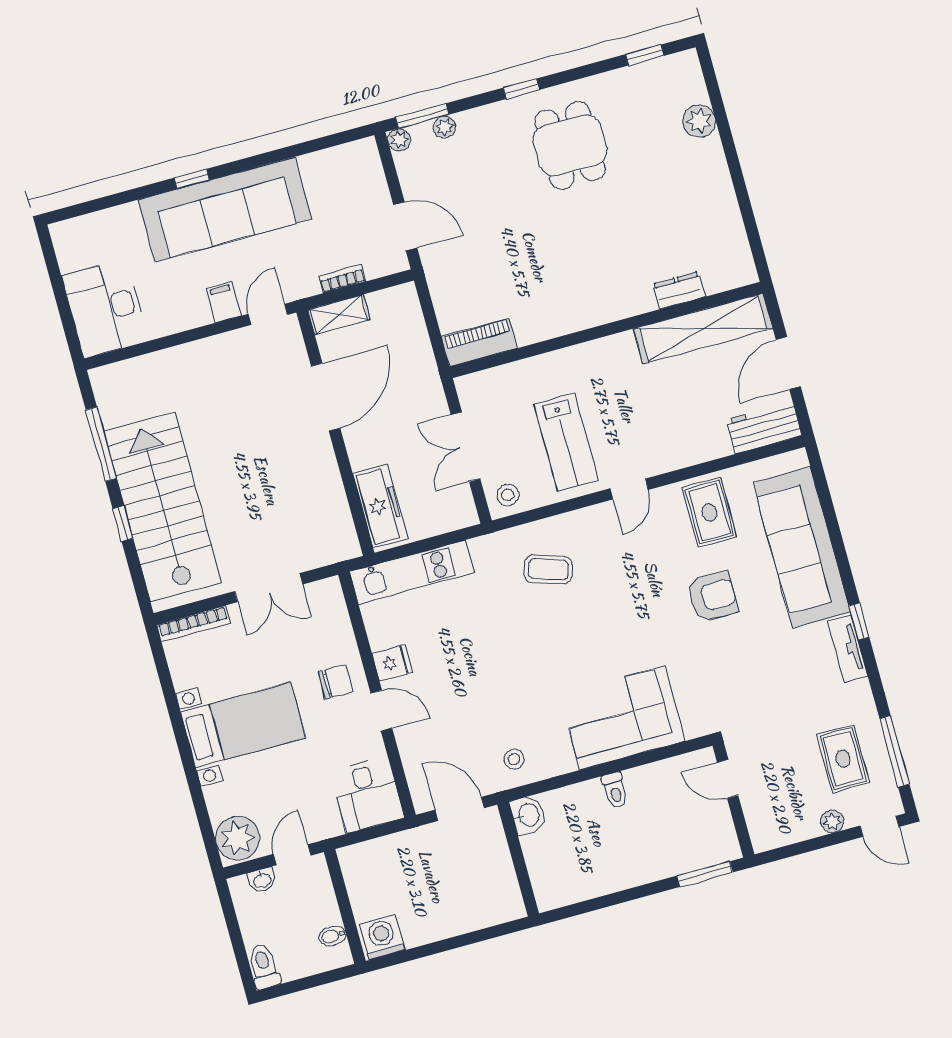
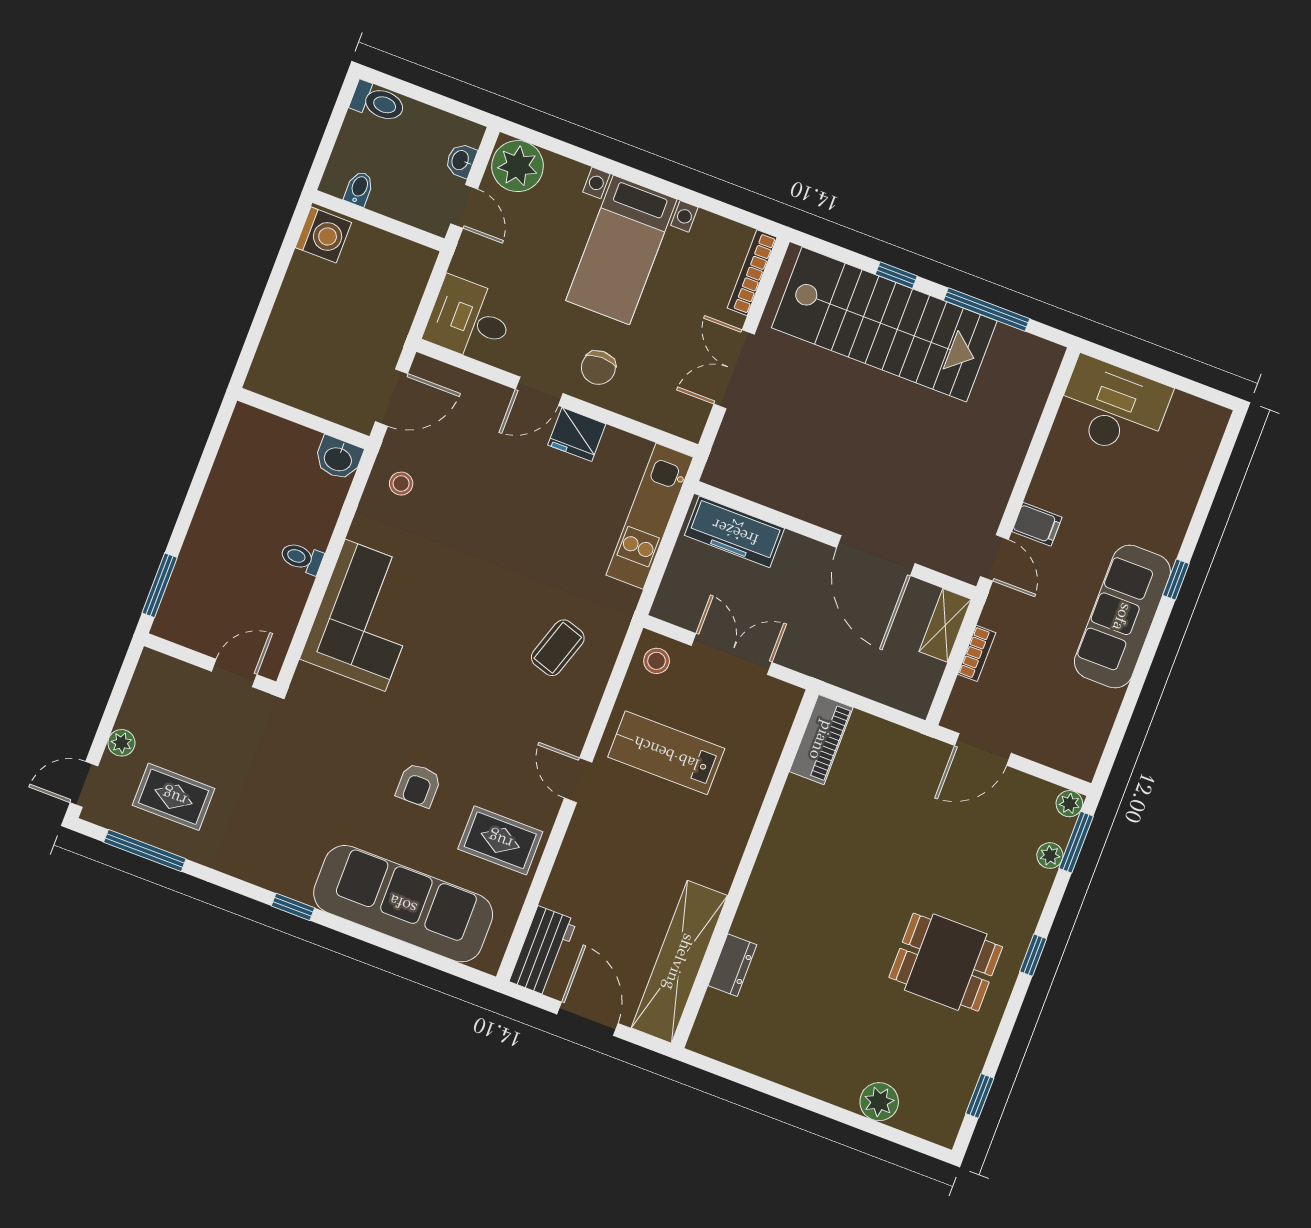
sofa: (225, 209) -> (1122, 617), width x0.74, depth x0.79
armchair: (712, 596) -> (418, 785), width x0.72, depth x0.72
tv unit: (848, 648) -> (275, 877), removed
fridge: (392, 663) -> (577, 434), width x1.38

